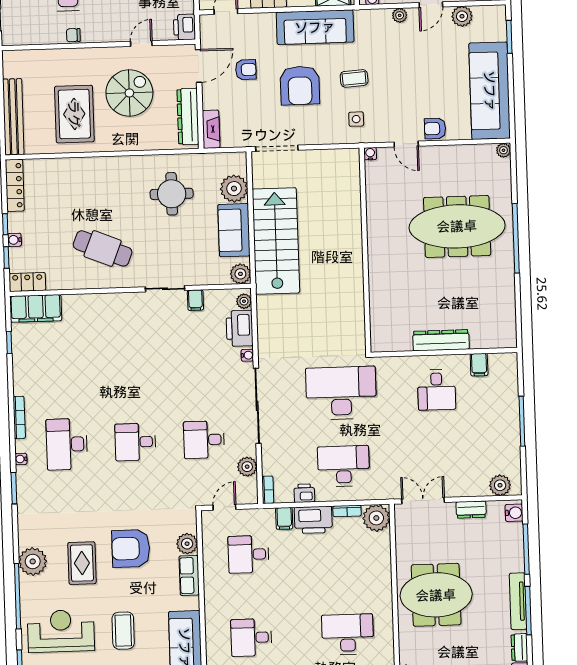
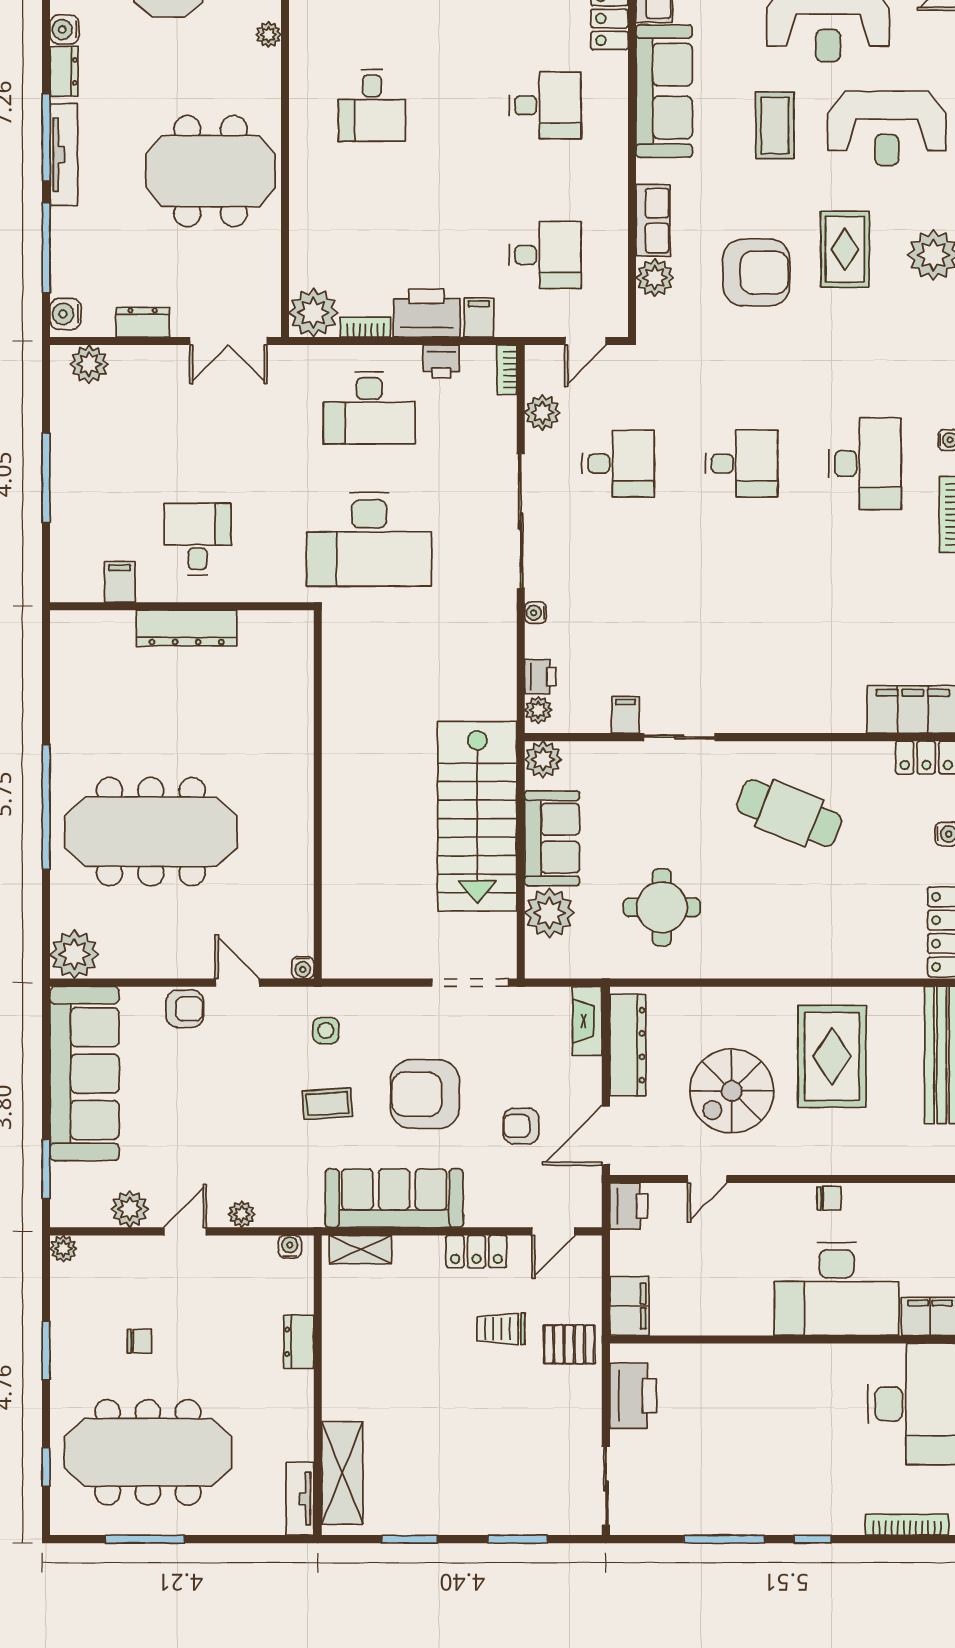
armchair: (300, 85) -> (425, 1094), turned -90
plant: (503, 150) -> (74, 954), width x1.87, depth x1.87
printer: (240, 328) -> (540, 677), width x0.53, depth x0.68
desk: (348, 634) -> (372, 105), width x0.73

